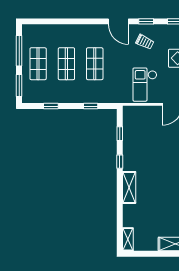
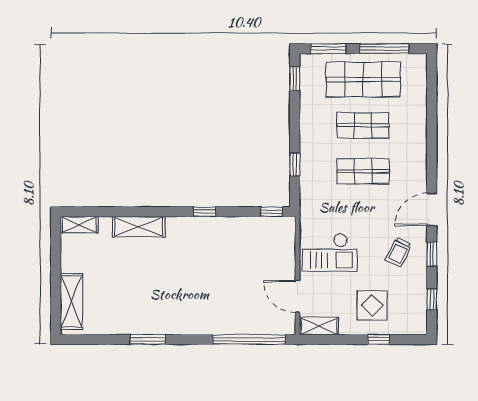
shop shelf: (38, 64) -> (363, 79), width x1.43, depth x1.36
checkout: (145, 85) -> (330, 252), turned 180
window: (51, 106) -> (295, 79), moved
window: (120, 134) -> (272, 212), moved
shelving: (129, 187) -> (139, 227), moved

